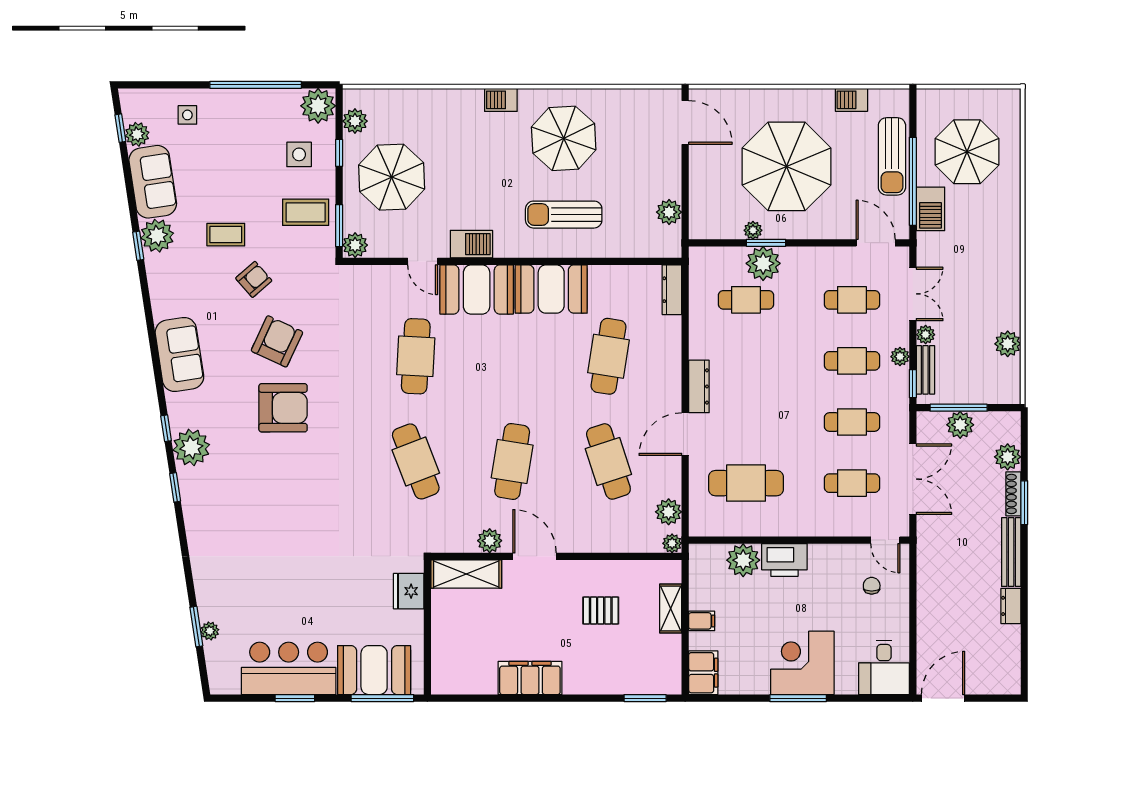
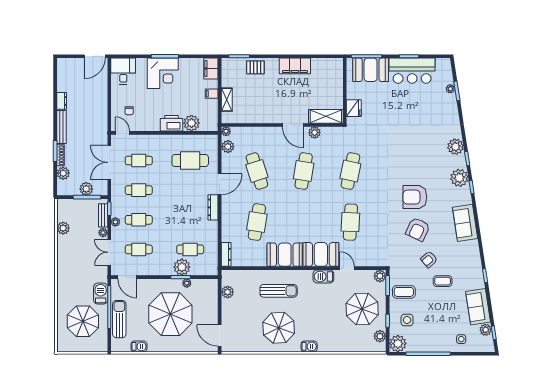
plant: (157, 236) -> (455, 147), moved
cafe table: (416, 461) -> (350, 171), turned 33
pallet: (601, 611) -> (255, 67), moved

